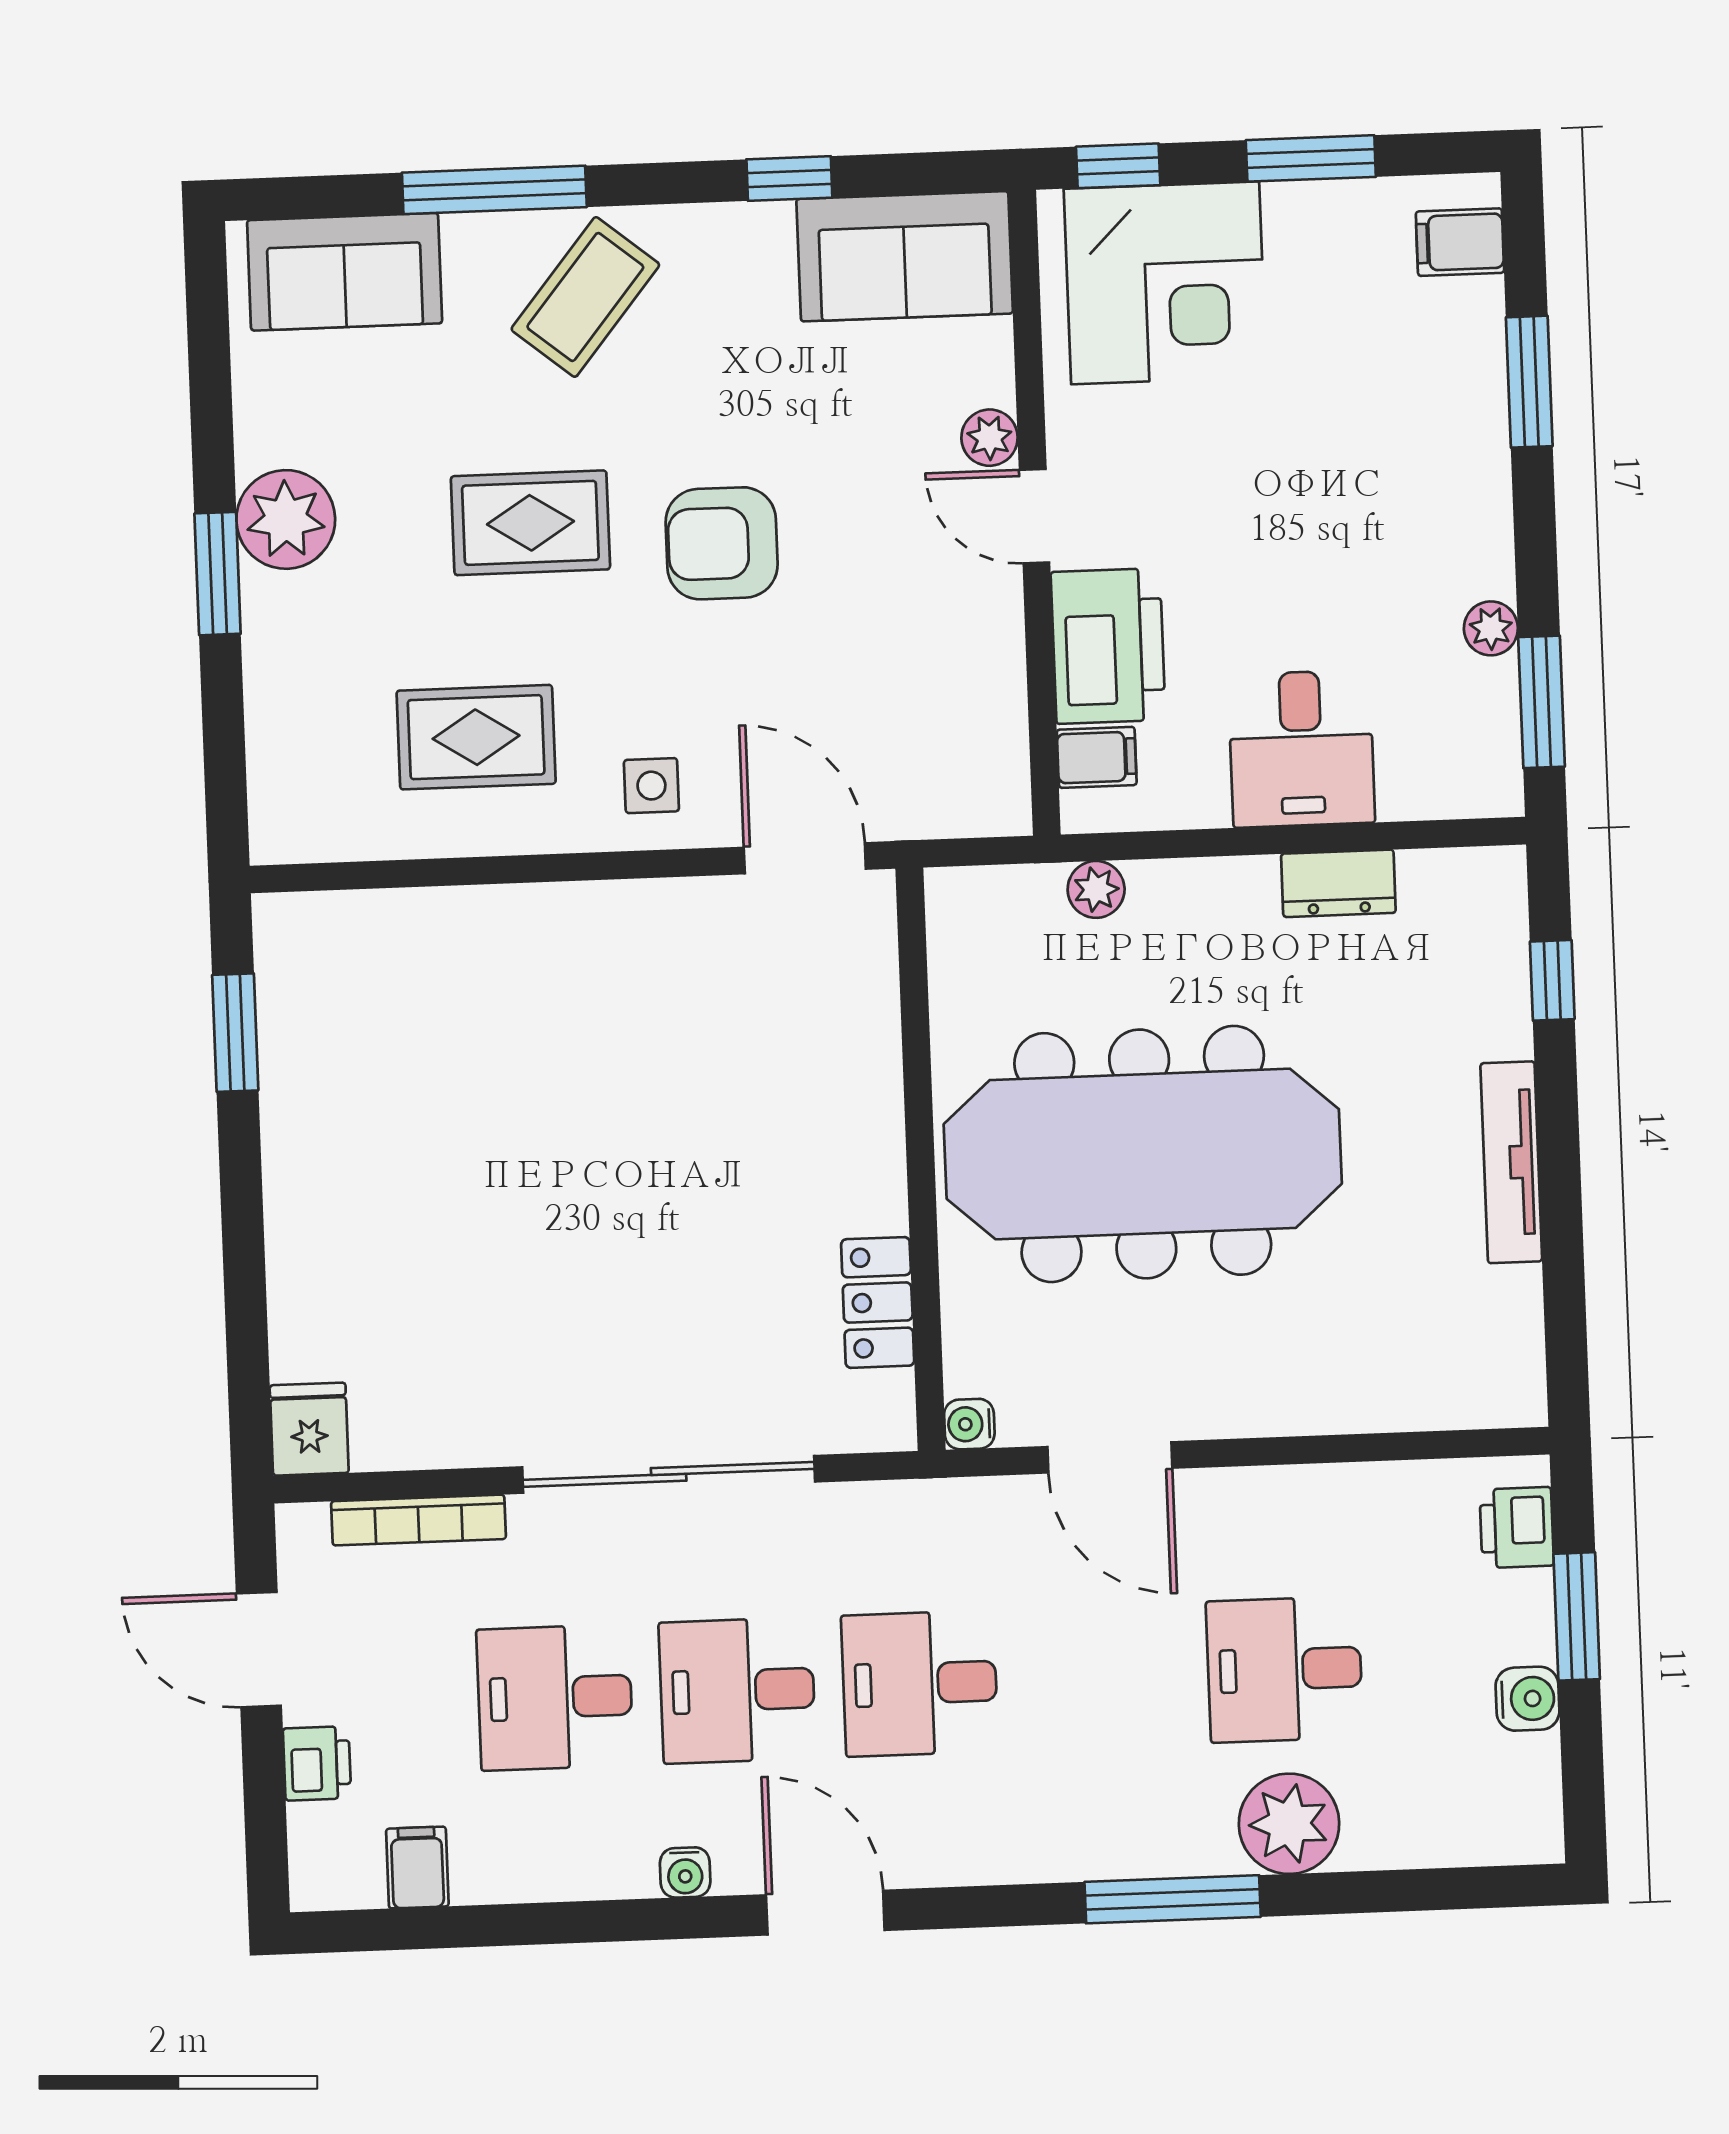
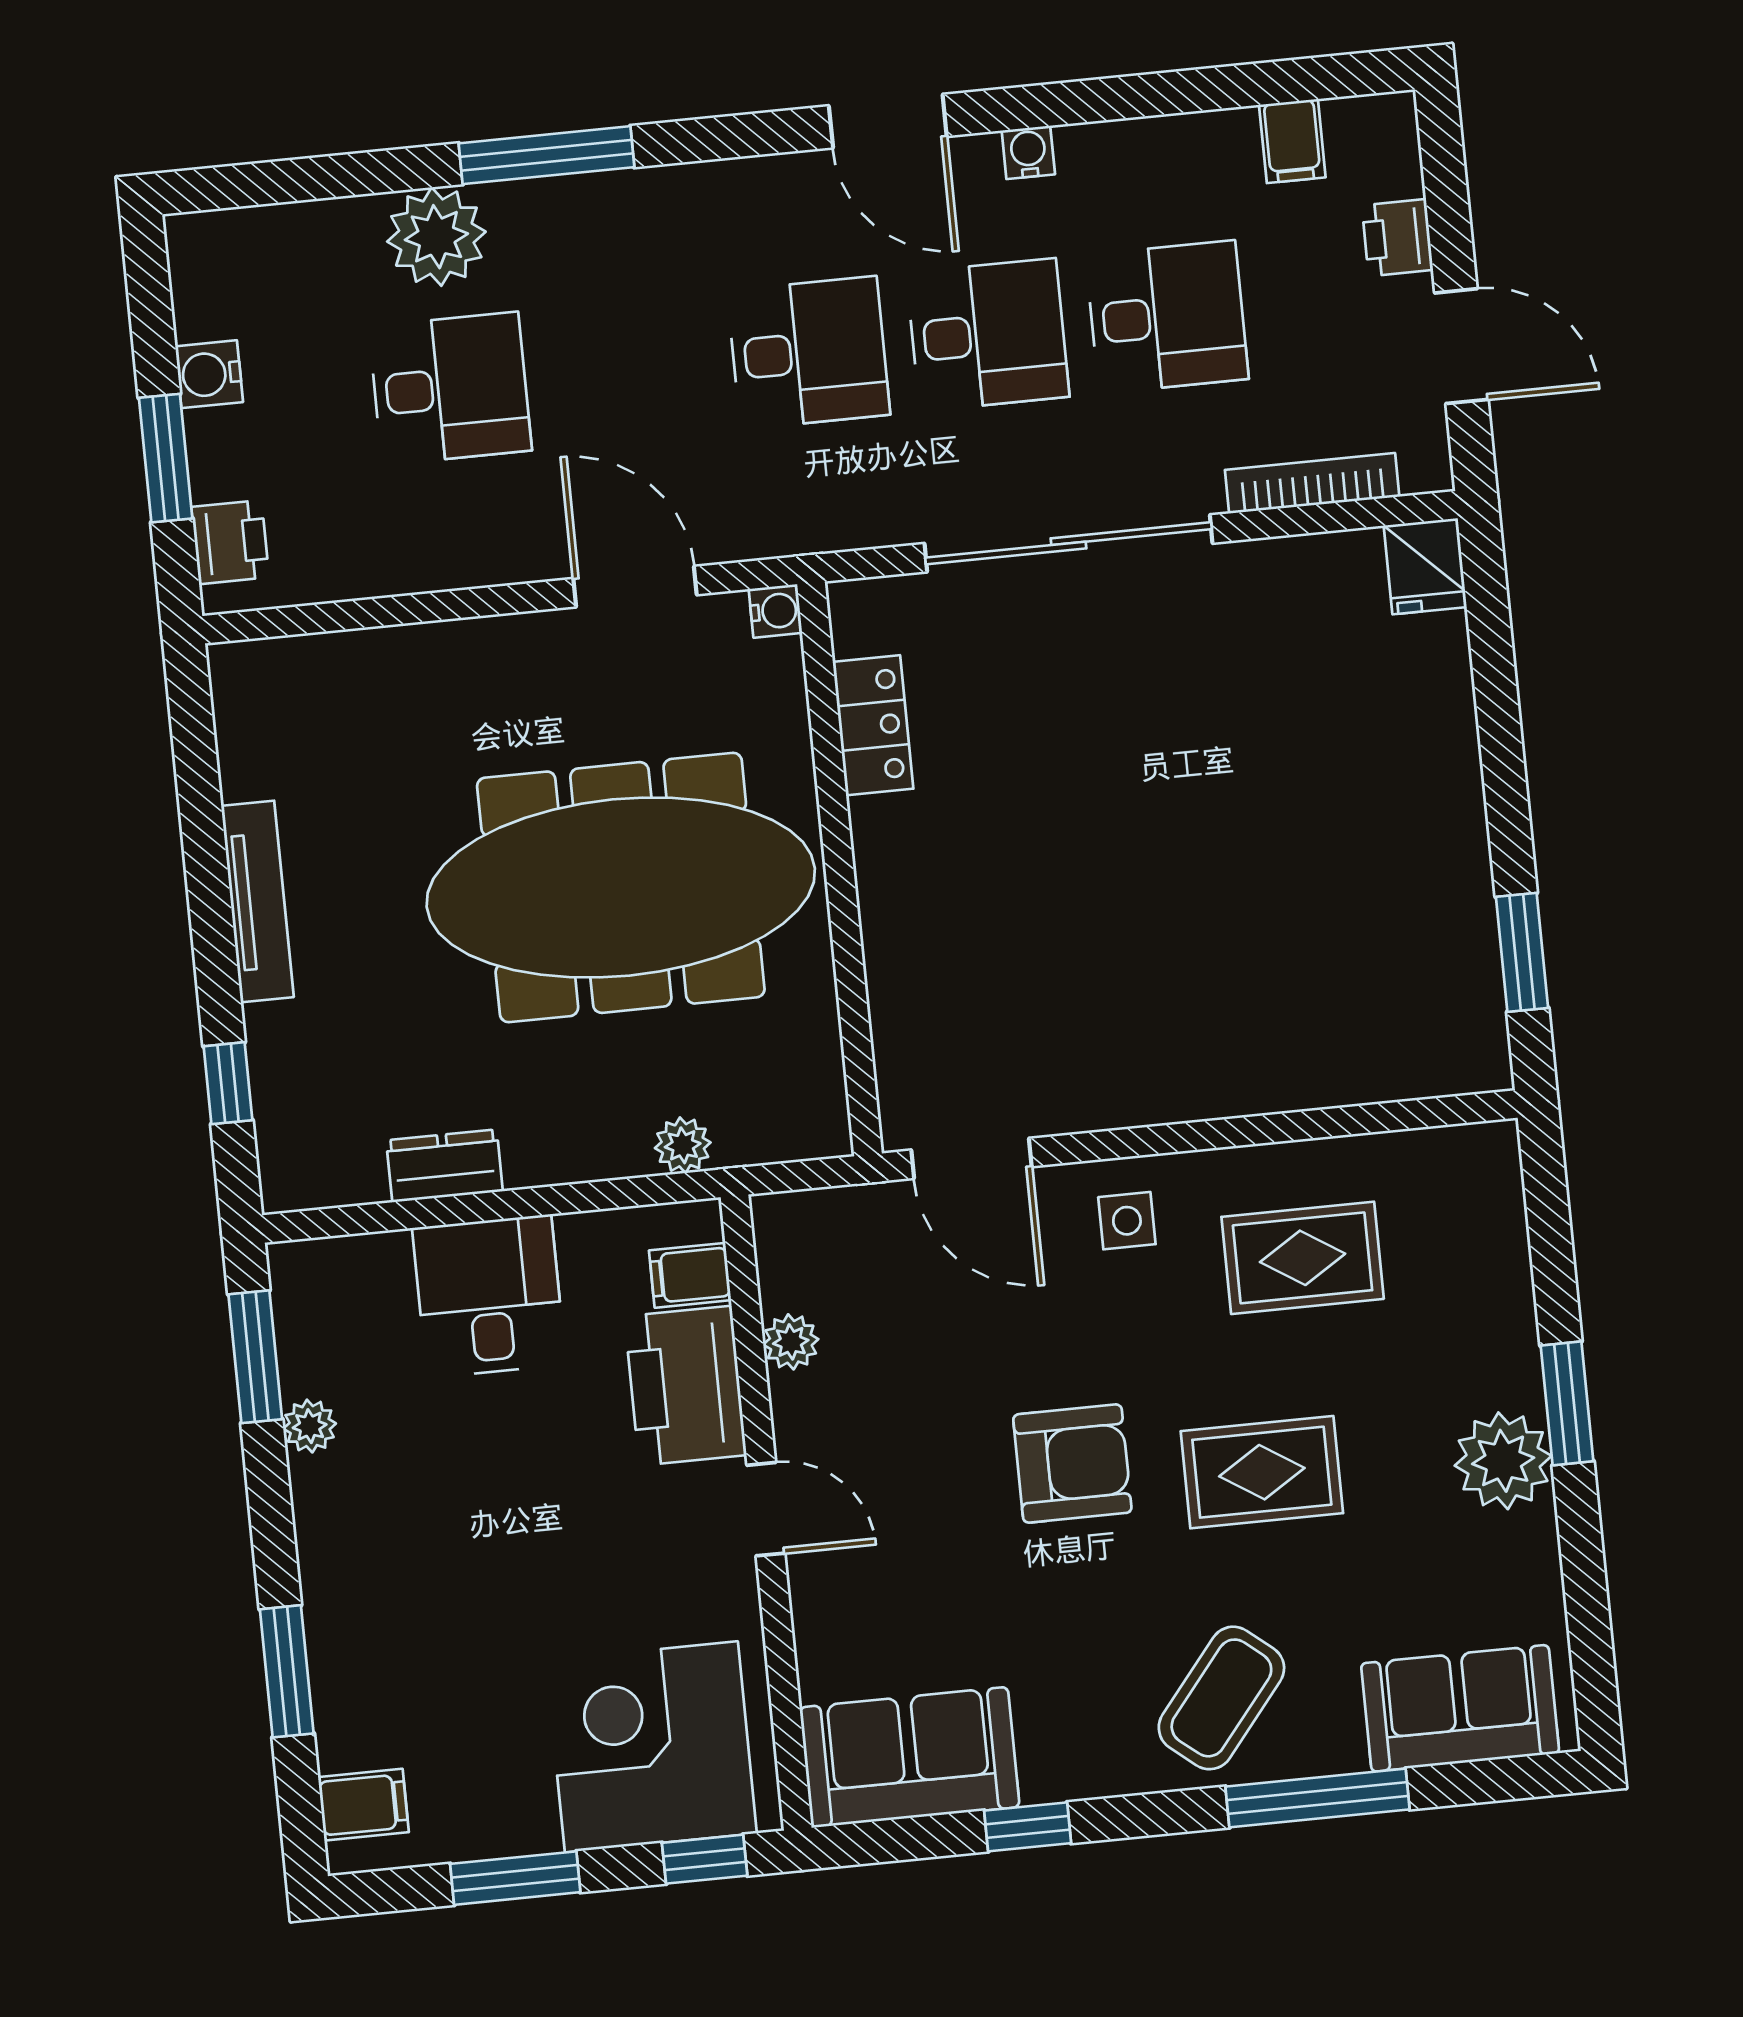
plant: (989, 438) -> (791, 1342), moved

